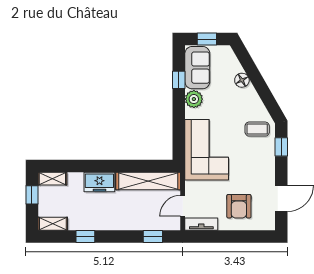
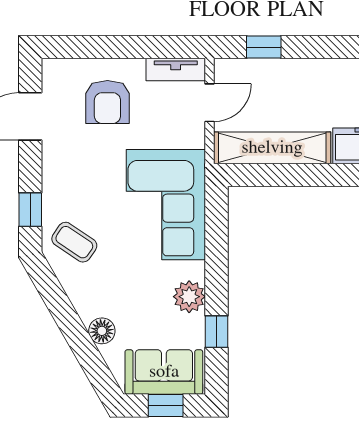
sofa: (197, 68) -> (164, 372), moved, turned 90
coffee table: (257, 129) -> (74, 242), turned 34
armchair: (239, 206) -> (107, 102), turned 180

